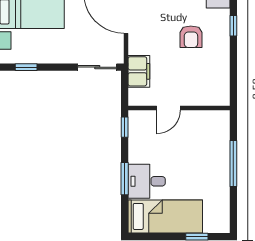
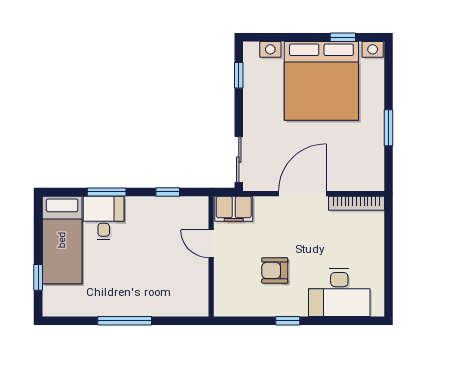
door: (168, 108) -> (211, 244), moved
wall: (179, 108) -> (211, 256), moved

